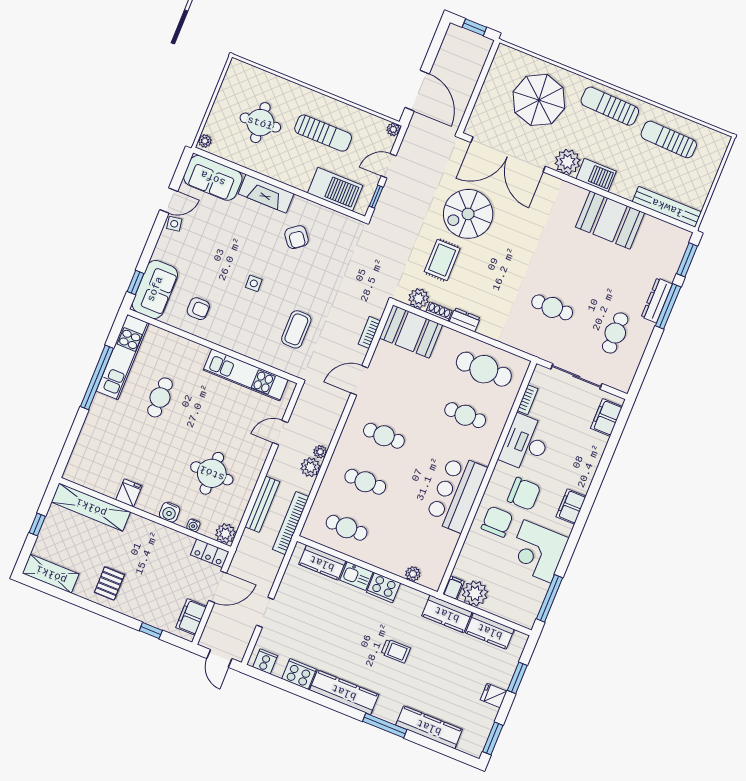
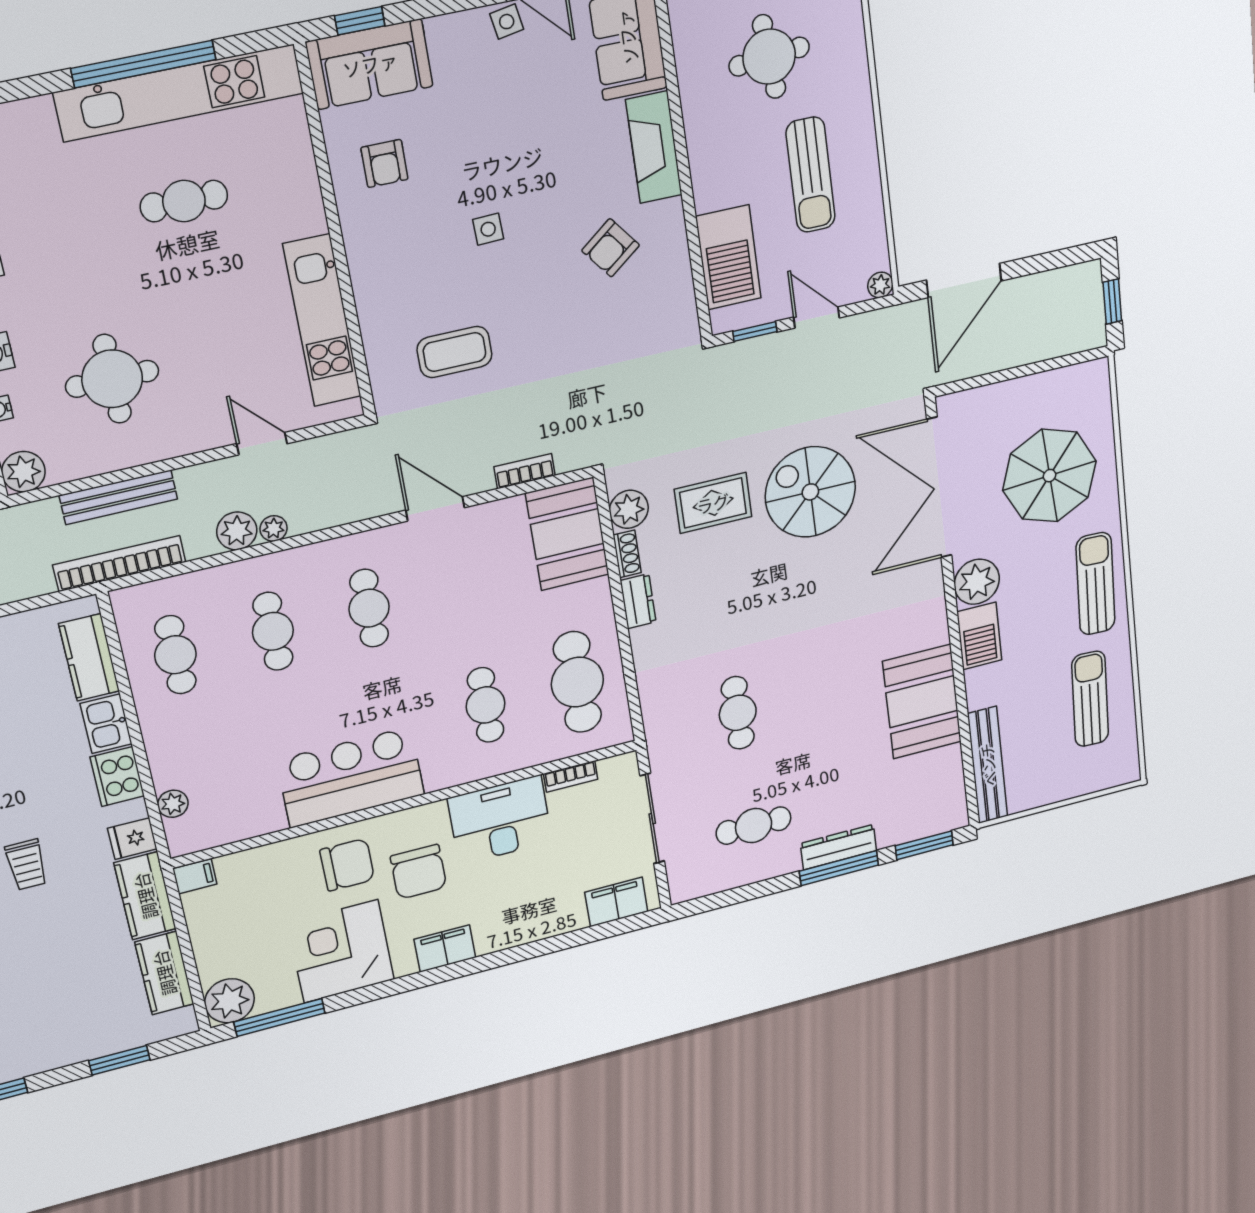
kitchen unit: (123, 357) -> (179, 93), width x1.36
plant: (475, 593) -> (230, 1001), moved
fridge: (494, 695) -> (132, 839), moved, turned -90

